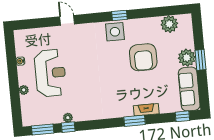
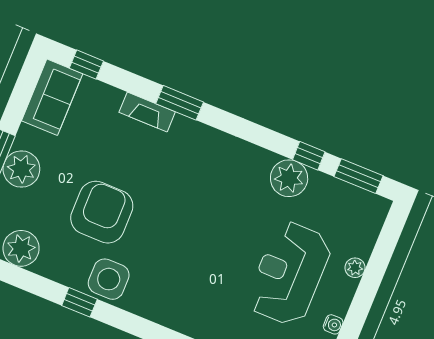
window: (119, 15) -> (79, 302), moved
side table: (115, 32) -> (109, 279), moved
sofa: (189, 89) -> (52, 97), width x0.73
plant: (68, 118) -> (289, 178), width x1.88, depth x1.88

